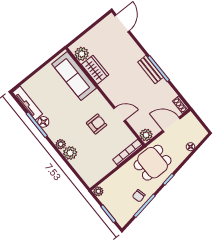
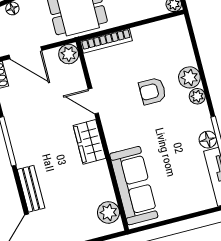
wardrobe: (95, 70) -> (89, 142), moved
bench: (151, 70) -> (31, 189), moved
armchair: (97, 124) -> (152, 91), moved

